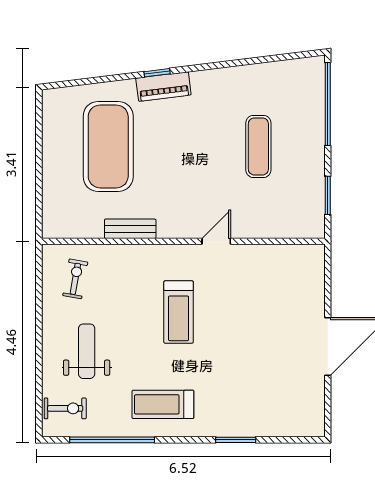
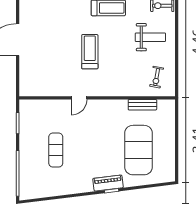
bench: (130, 229) -> (142, 105), moved
treadmill: (179, 312) -> (90, 52), moved
weight bench: (87, 351) -> (150, 37), turned -90

